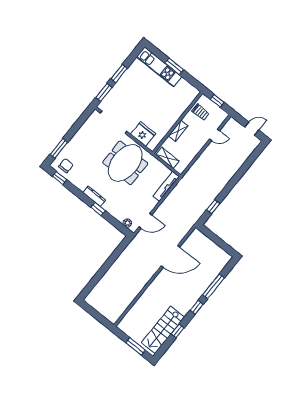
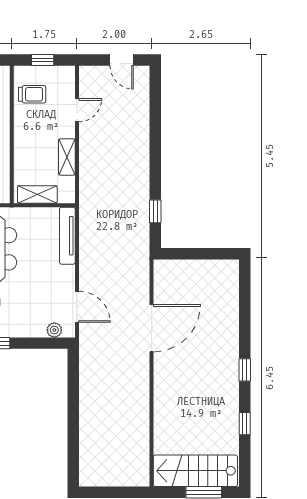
door: (252, 129) -> (122, 60), swing flipped
shelving: (178, 131) -> (67, 157), moved
door: (145, 221) -> (77, 307), hinge flipped
window: (213, 286) -> (245, 322), removed
stairs: (163, 330) -> (195, 471), moved, turned 90

